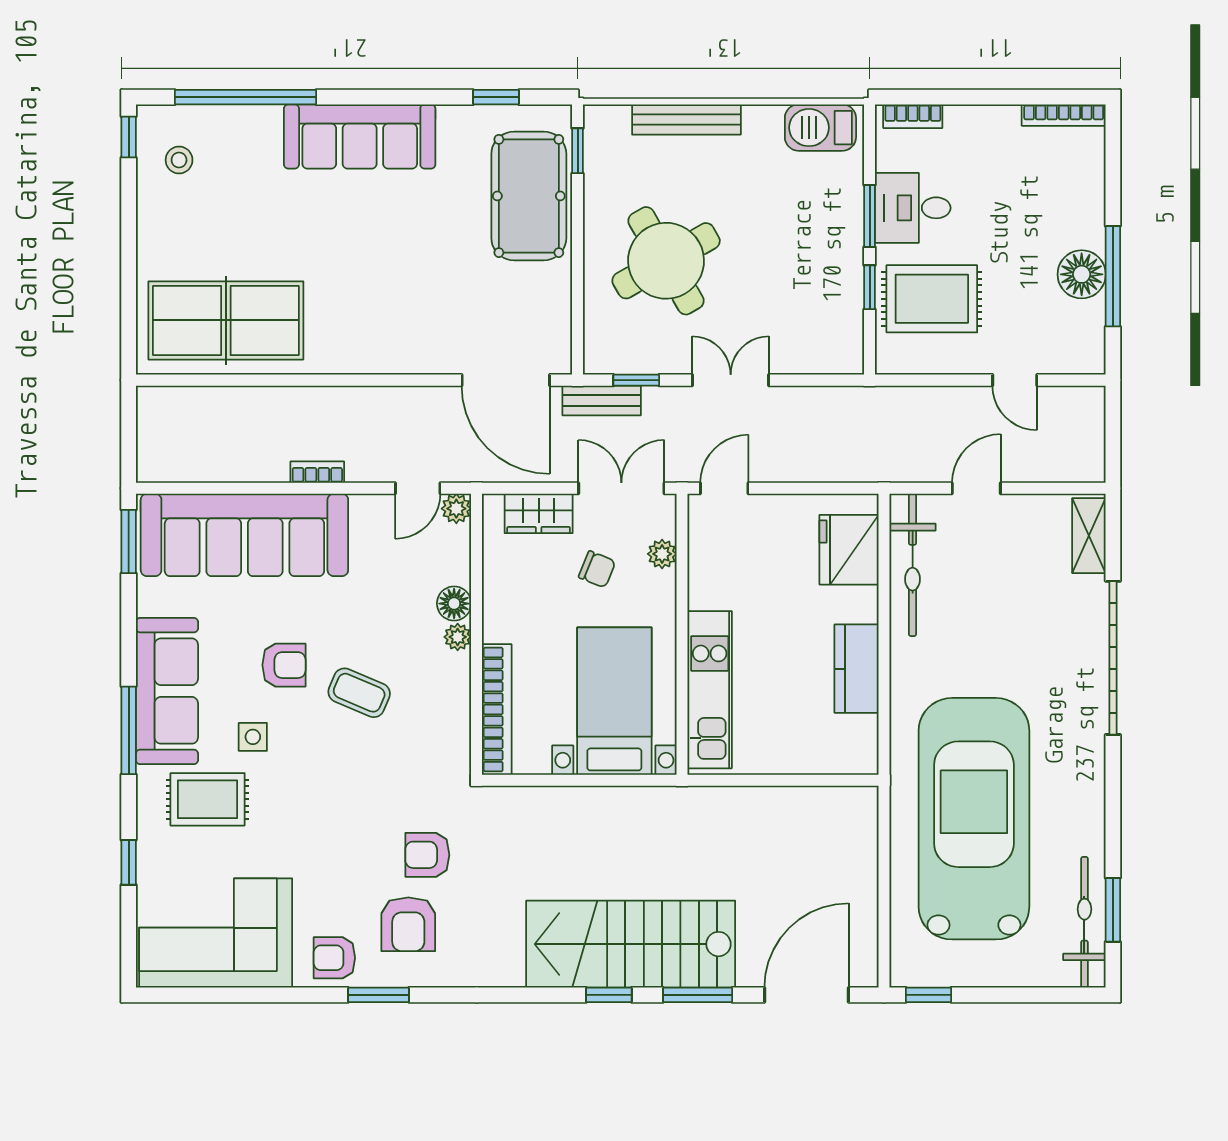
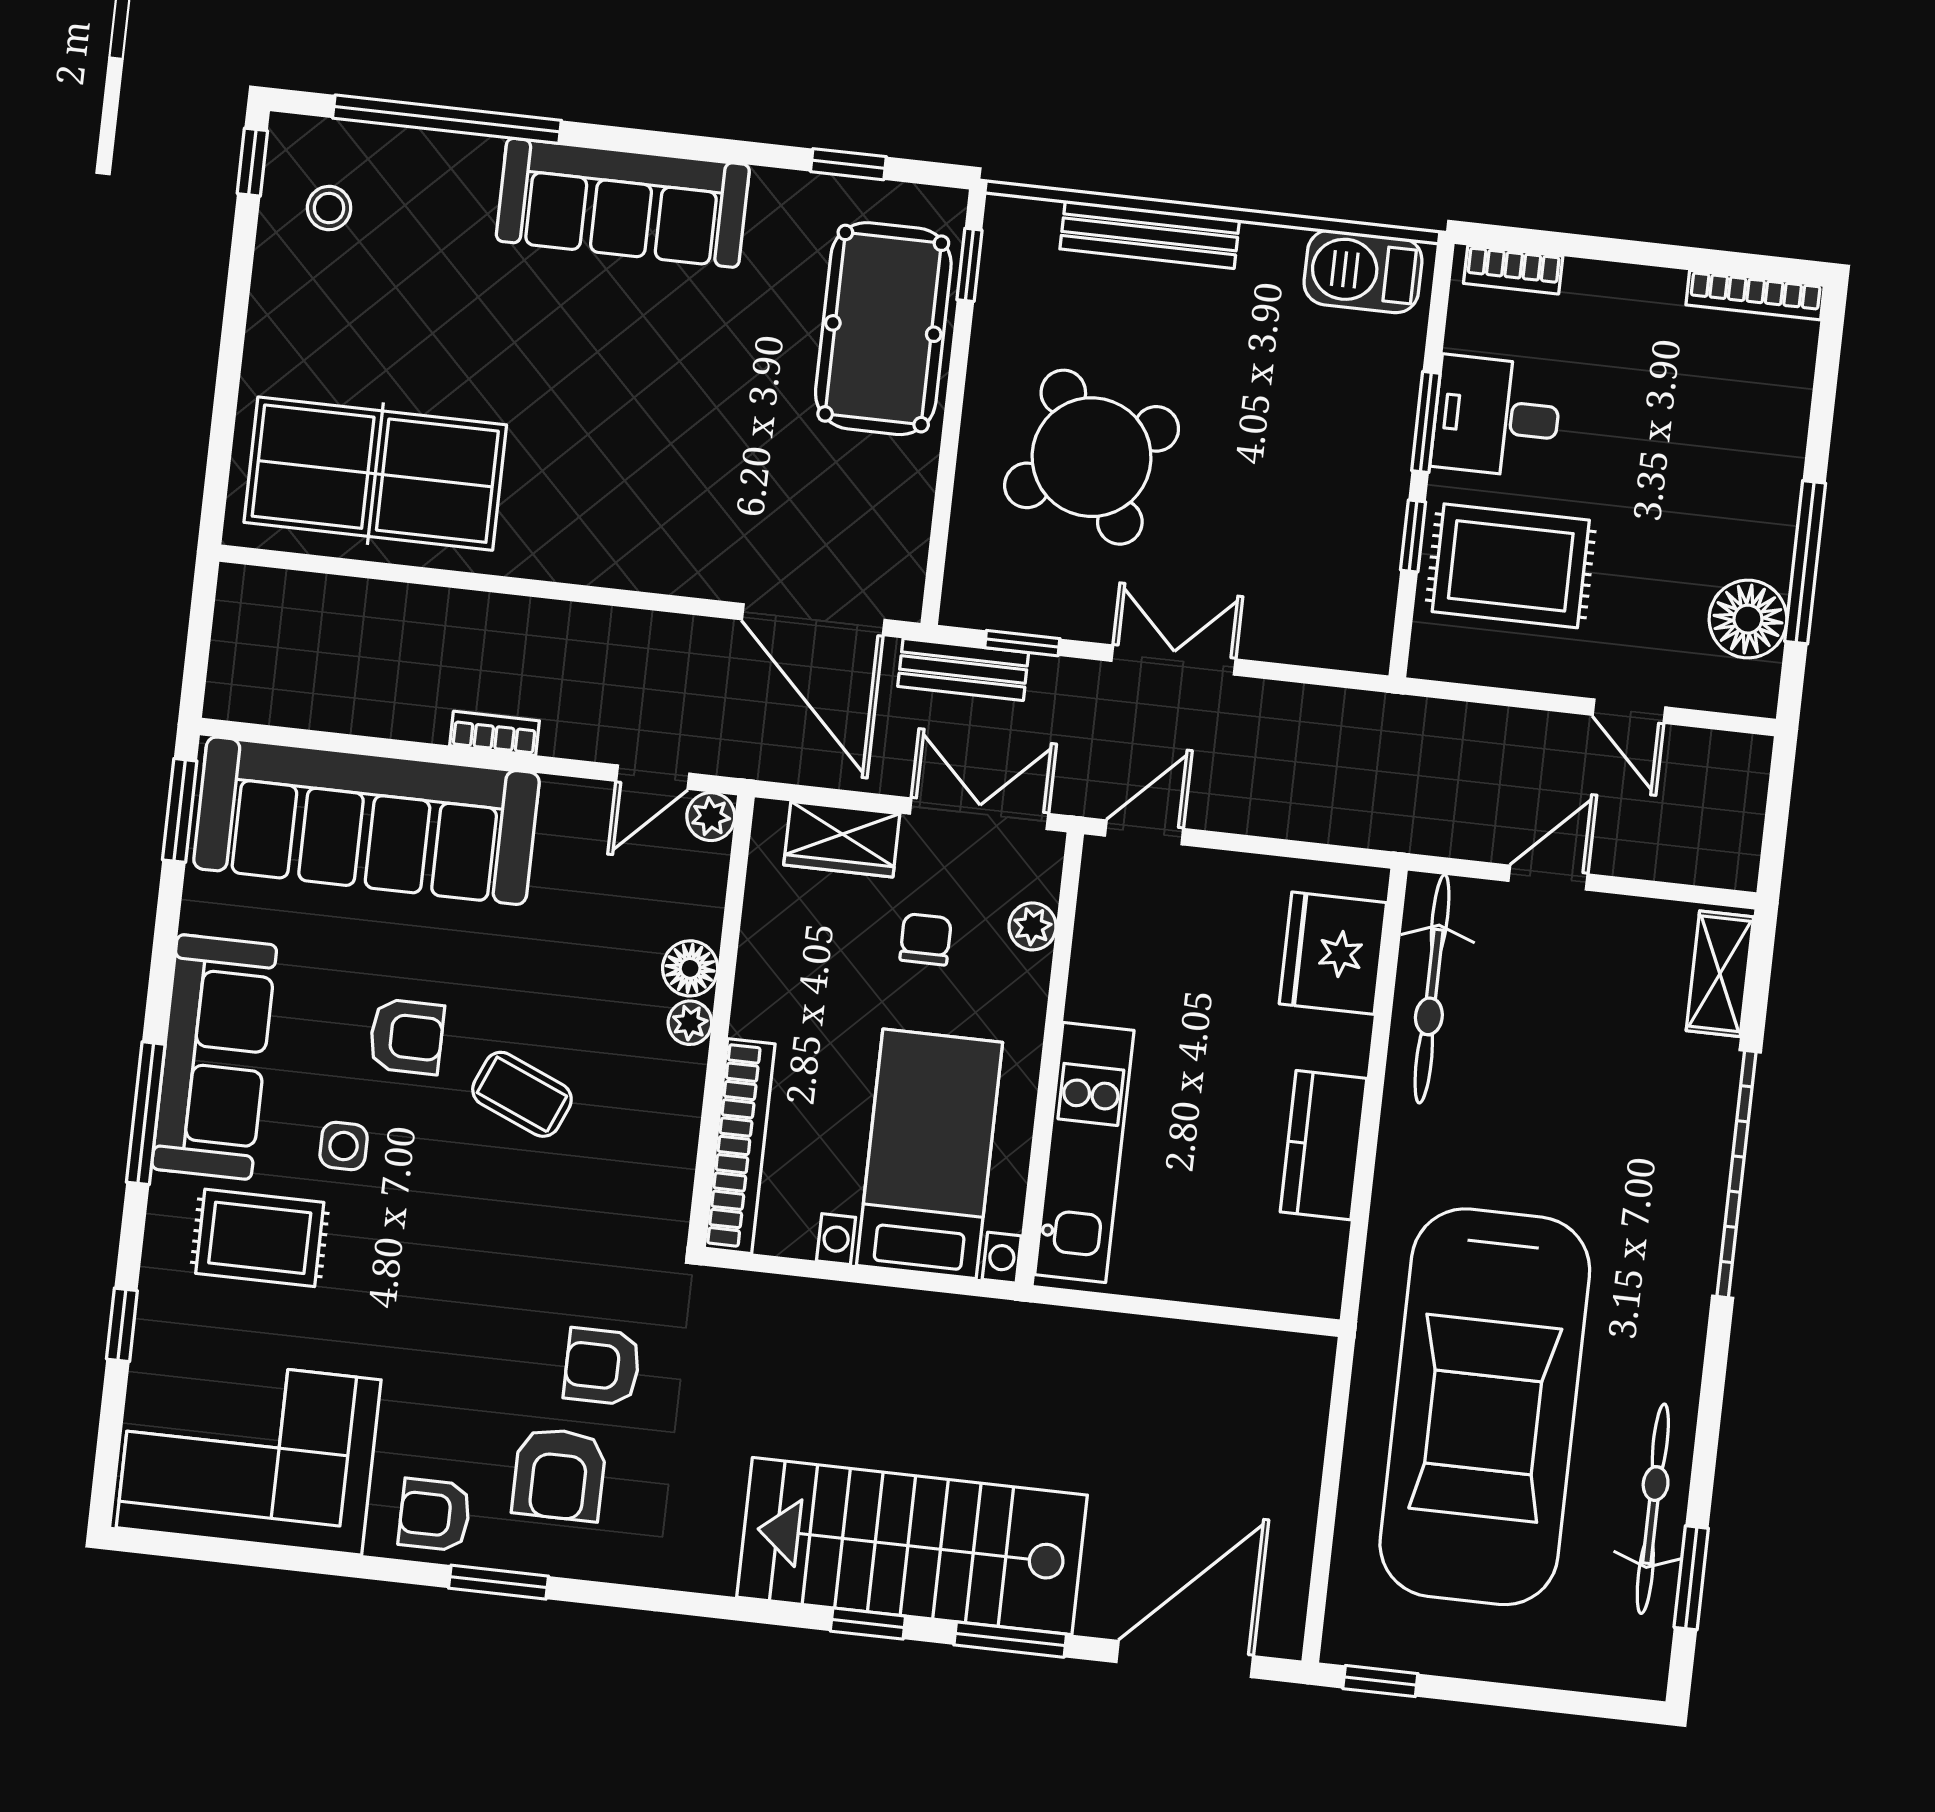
floor lamp: (1082, 274) -> (1748, 619), moved
chair: (597, 569) -> (926, 939), turned -112
car: (974, 819) -> (1485, 1407), turned 180
bicycle: (1084, 922) -> (1653, 1509), moved

